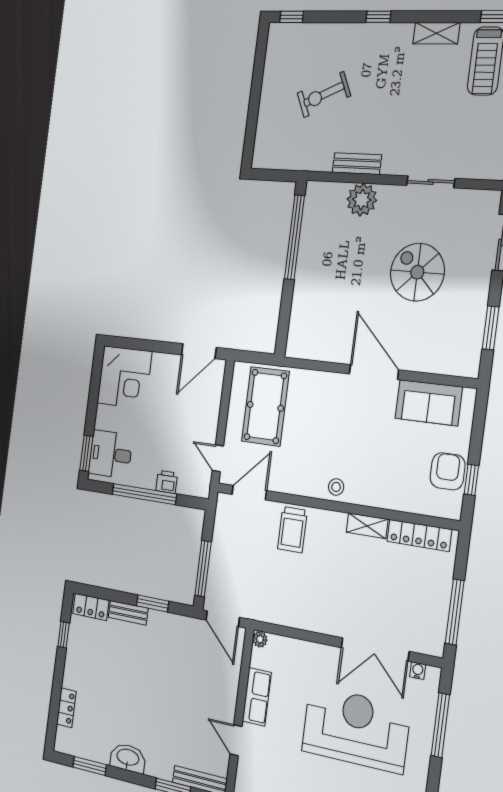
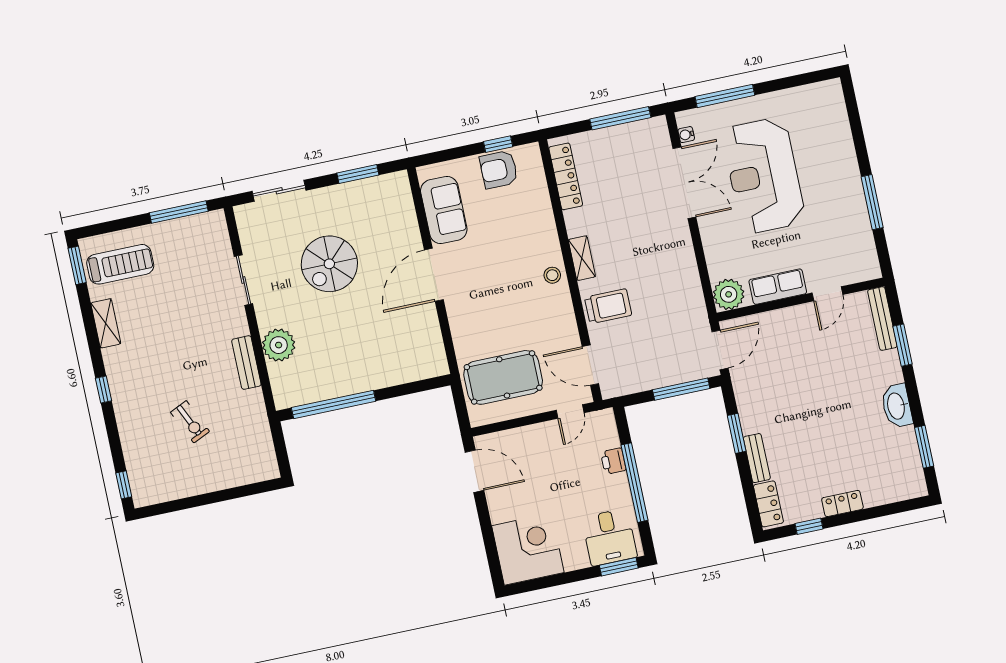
exercise bike: (324, 94) -> (190, 422), width x0.73, depth x0.72
shelving: (367, 526) -> (582, 258), moved
plant: (260, 639) -> (729, 294), width x1.87, depth x1.87
locker: (66, 708) -> (842, 503), moved

